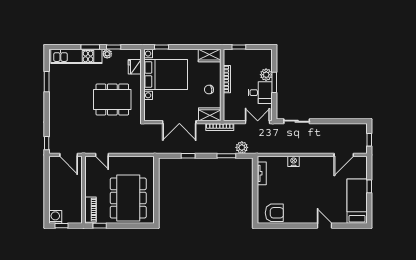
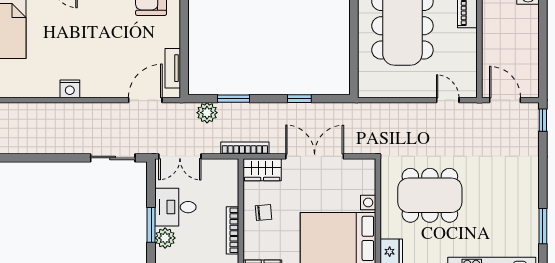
door: (344, 155) -> (145, 100), moved
nightstand: (294, 161) -> (70, 89), moved

